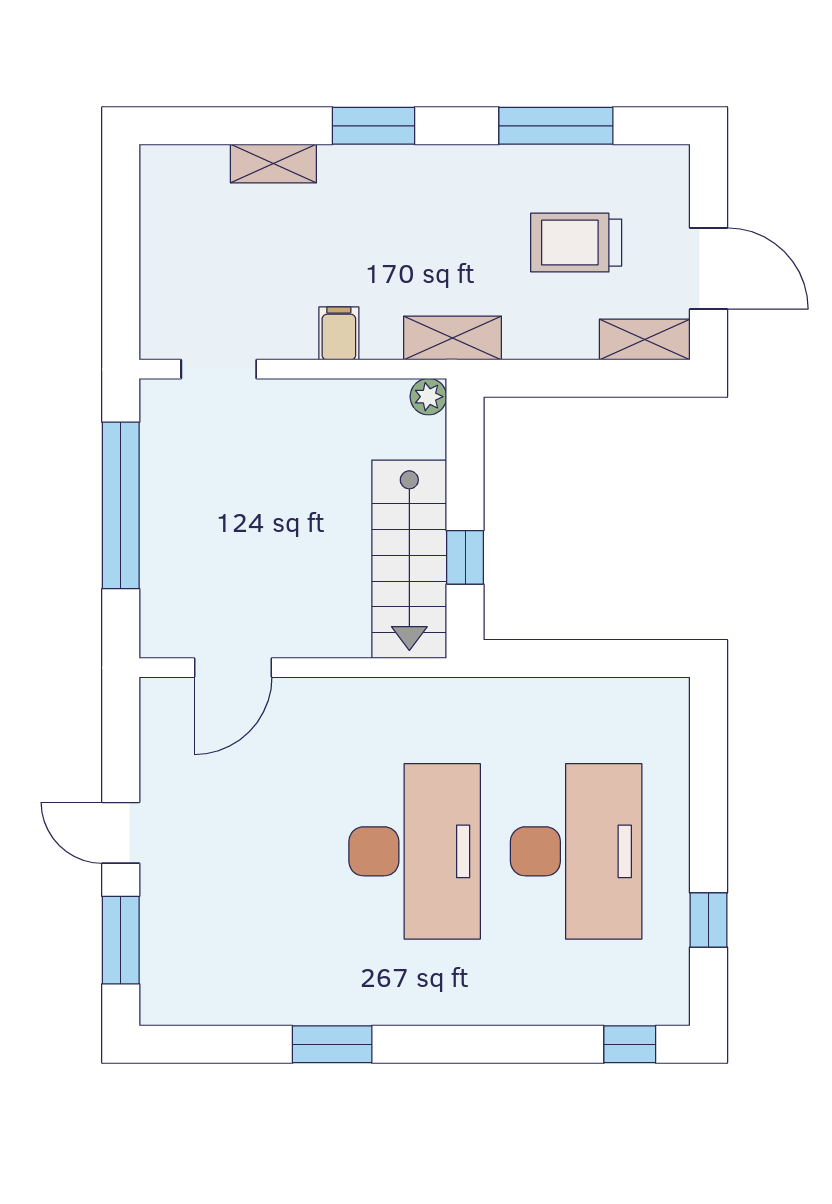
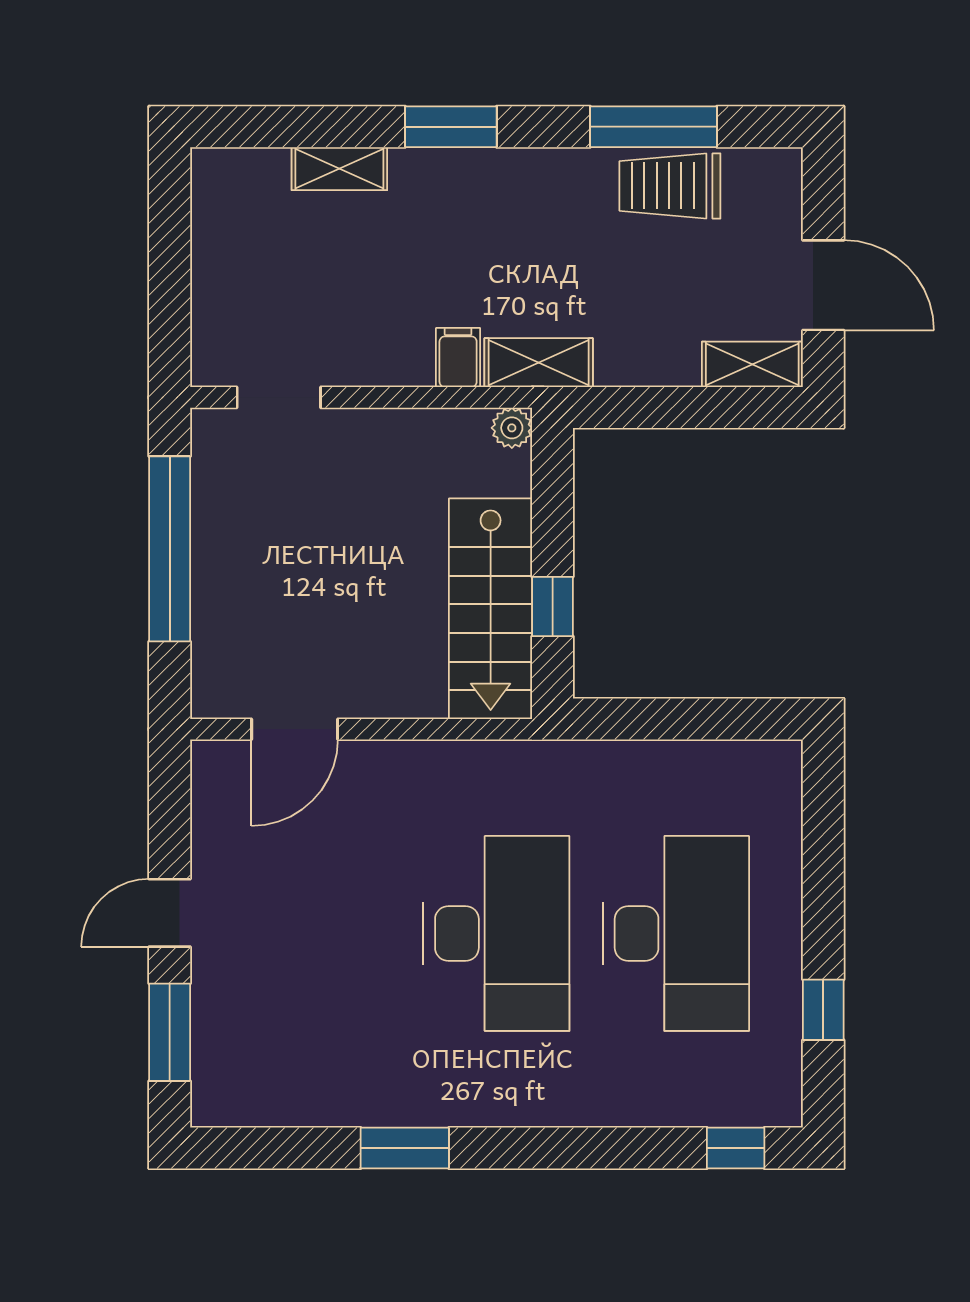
trolley: (576, 243) -> (670, 186), moved
filing cabinet: (339, 333) -> (458, 358), moved
door: (121, 833) -> (170, 913), hinge flipped

